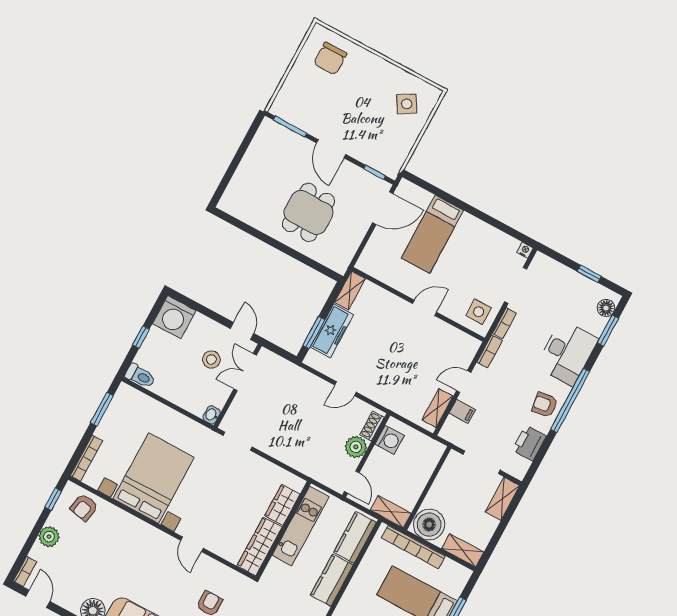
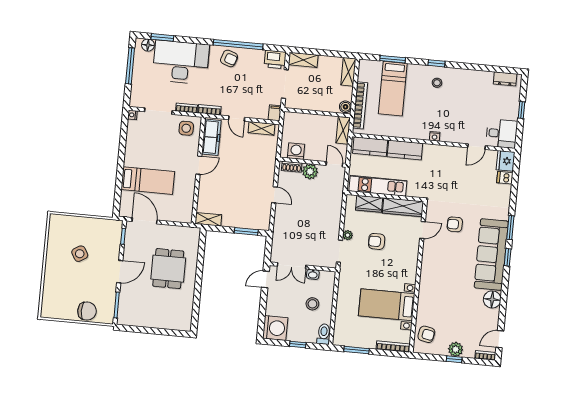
chair: (330, 59) -> (87, 311), moved
side table: (407, 104) -> (80, 254), moved
dining table: (309, 212) -> (168, 269), turned 90
window: (589, 274) -> (130, 66), width x2.17
door: (424, 308) -> (199, 165), swing flipped
freezer: (332, 331) -> (211, 137), moved, turned 90
desk: (567, 353) -> (181, 62), width x1.36, depth x1.30
stool: (211, 359) -> (312, 304), moved
window: (570, 400) -> (238, 45), moved
armchair: (545, 405) -> (229, 58), turned -63
filing cabinet: (462, 411) -> (275, 113), moved
washbasin: (212, 415) -> (313, 274), moved
printer: (529, 443) -> (275, 59), moved
plant: (254, 460) -> (348, 235), added
bed with nightstands: (154, 478) -> (387, 305), width x0.73
door: (352, 482) -> (334, 164), hinge flipped
armchair: (230, 494) -> (377, 241), added
window: (53, 499) -> (454, 359), moved
boiler: (429, 525) -> (345, 107), width x0.54, depth x0.54
door: (192, 544) -> (423, 230), moved

